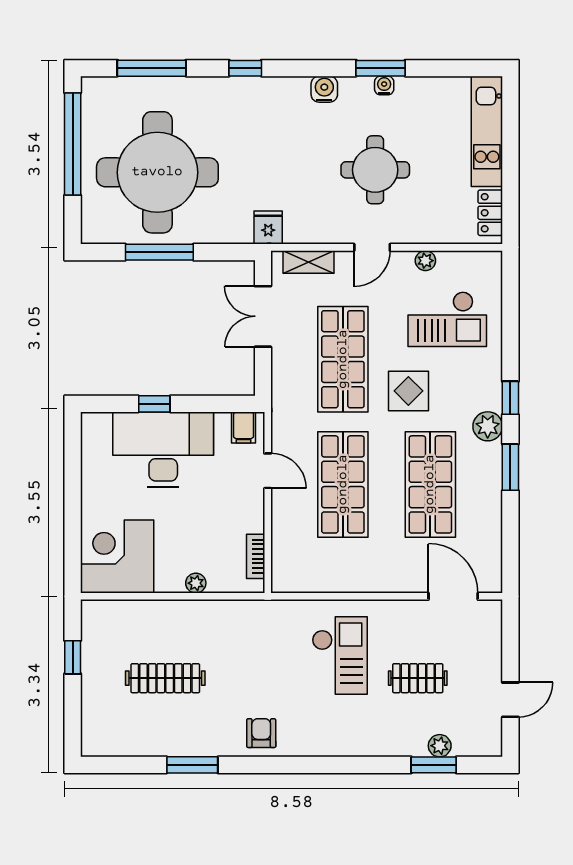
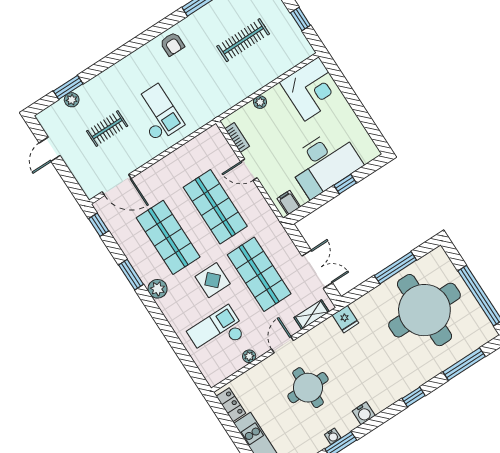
window: (510, 398) -> (99, 225), moved
door: (268, 471) -> (249, 170), moved
checkout: (340, 656) -> (157, 113), turned 180

